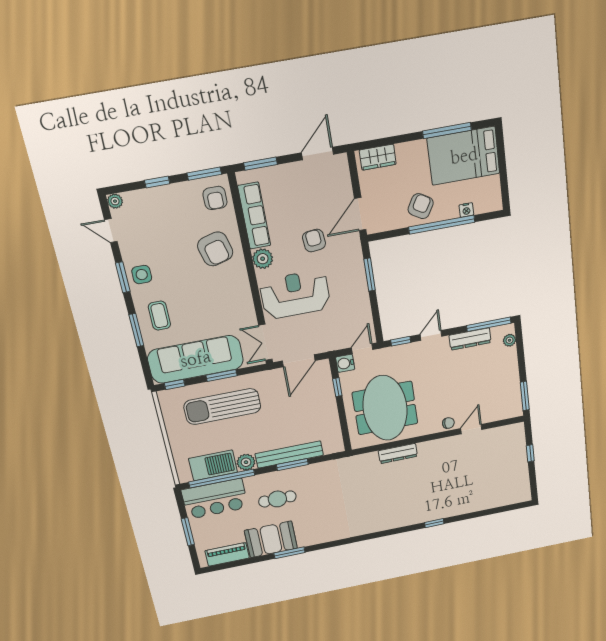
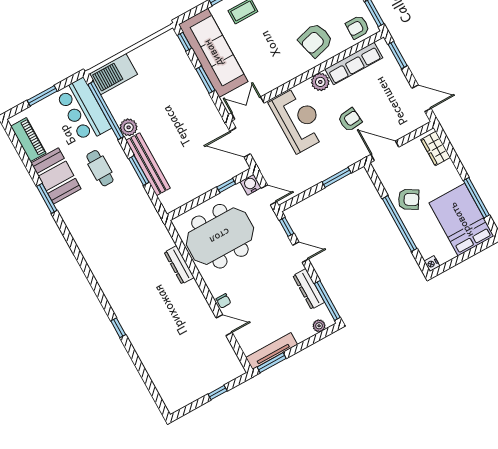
nightstand: (466, 210) -> (432, 264), moved
tv unit: (514, 393) -> (272, 351), added
sun lounger: (222, 407) -> (176, 89), removed
barbecue: (213, 465) -> (113, 74), moved, turned 90

